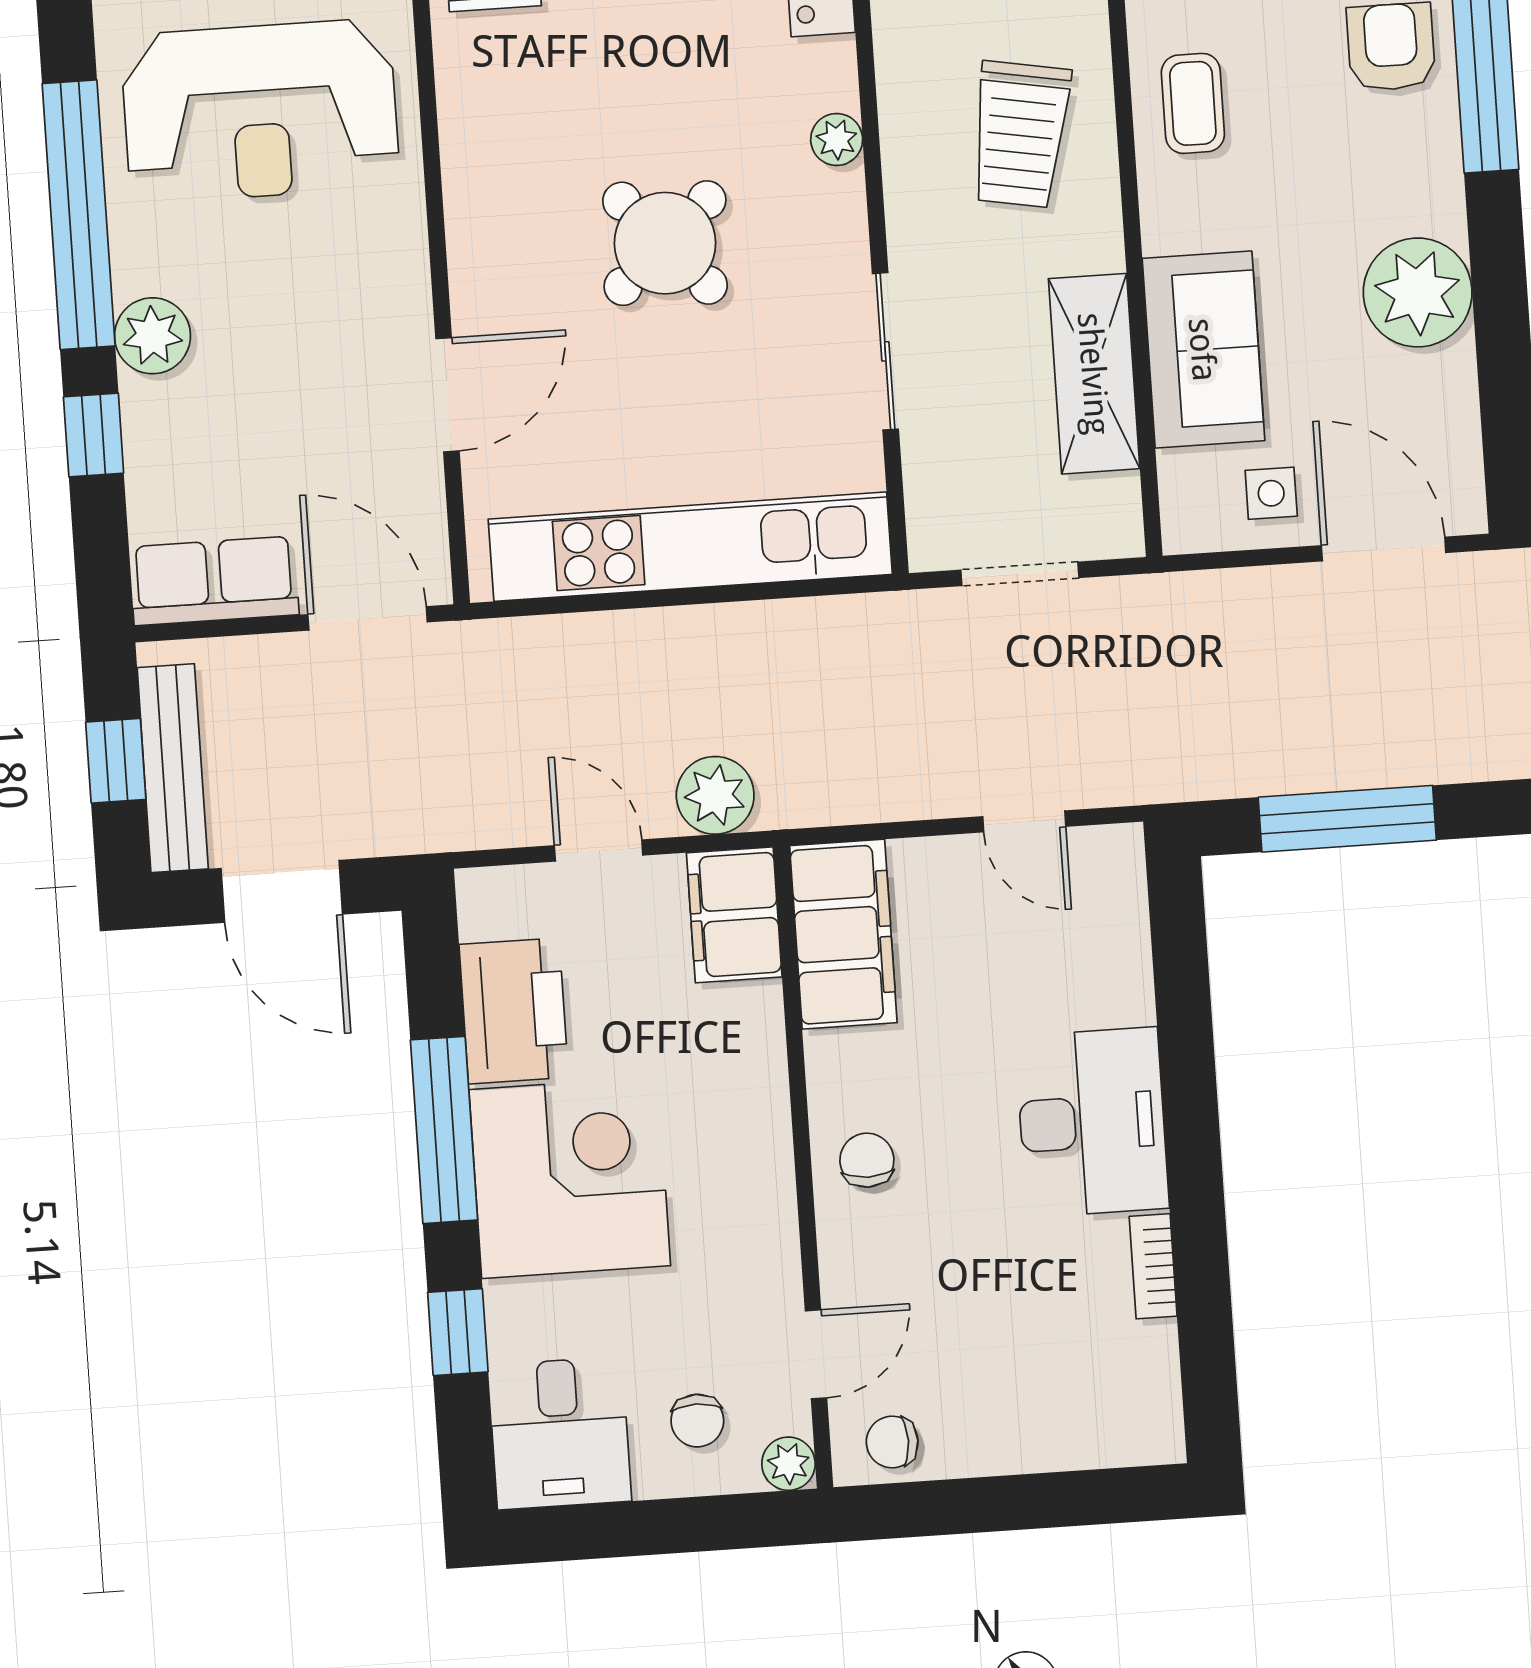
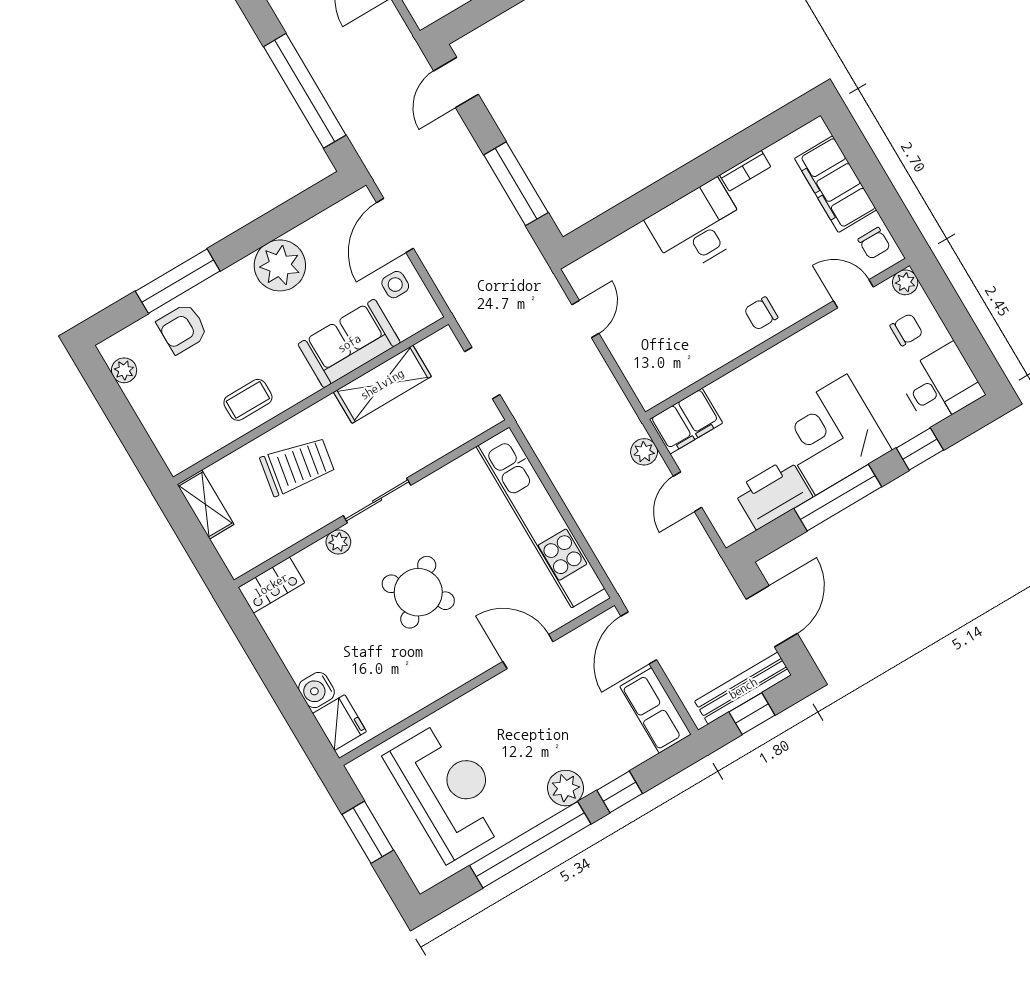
sliding door: (885, 351) -> (377, 500), moved
plant: (715, 795) -> (644, 452), width x0.73, depth x0.73
filing cabinet: (843, 934) -> (836, 184), moved, turned -90

